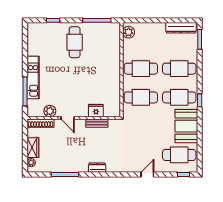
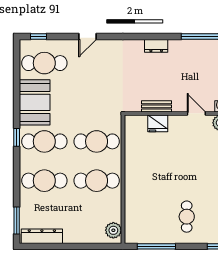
cafe table: (75, 42) -> (187, 217), width x0.73, depth x0.74

